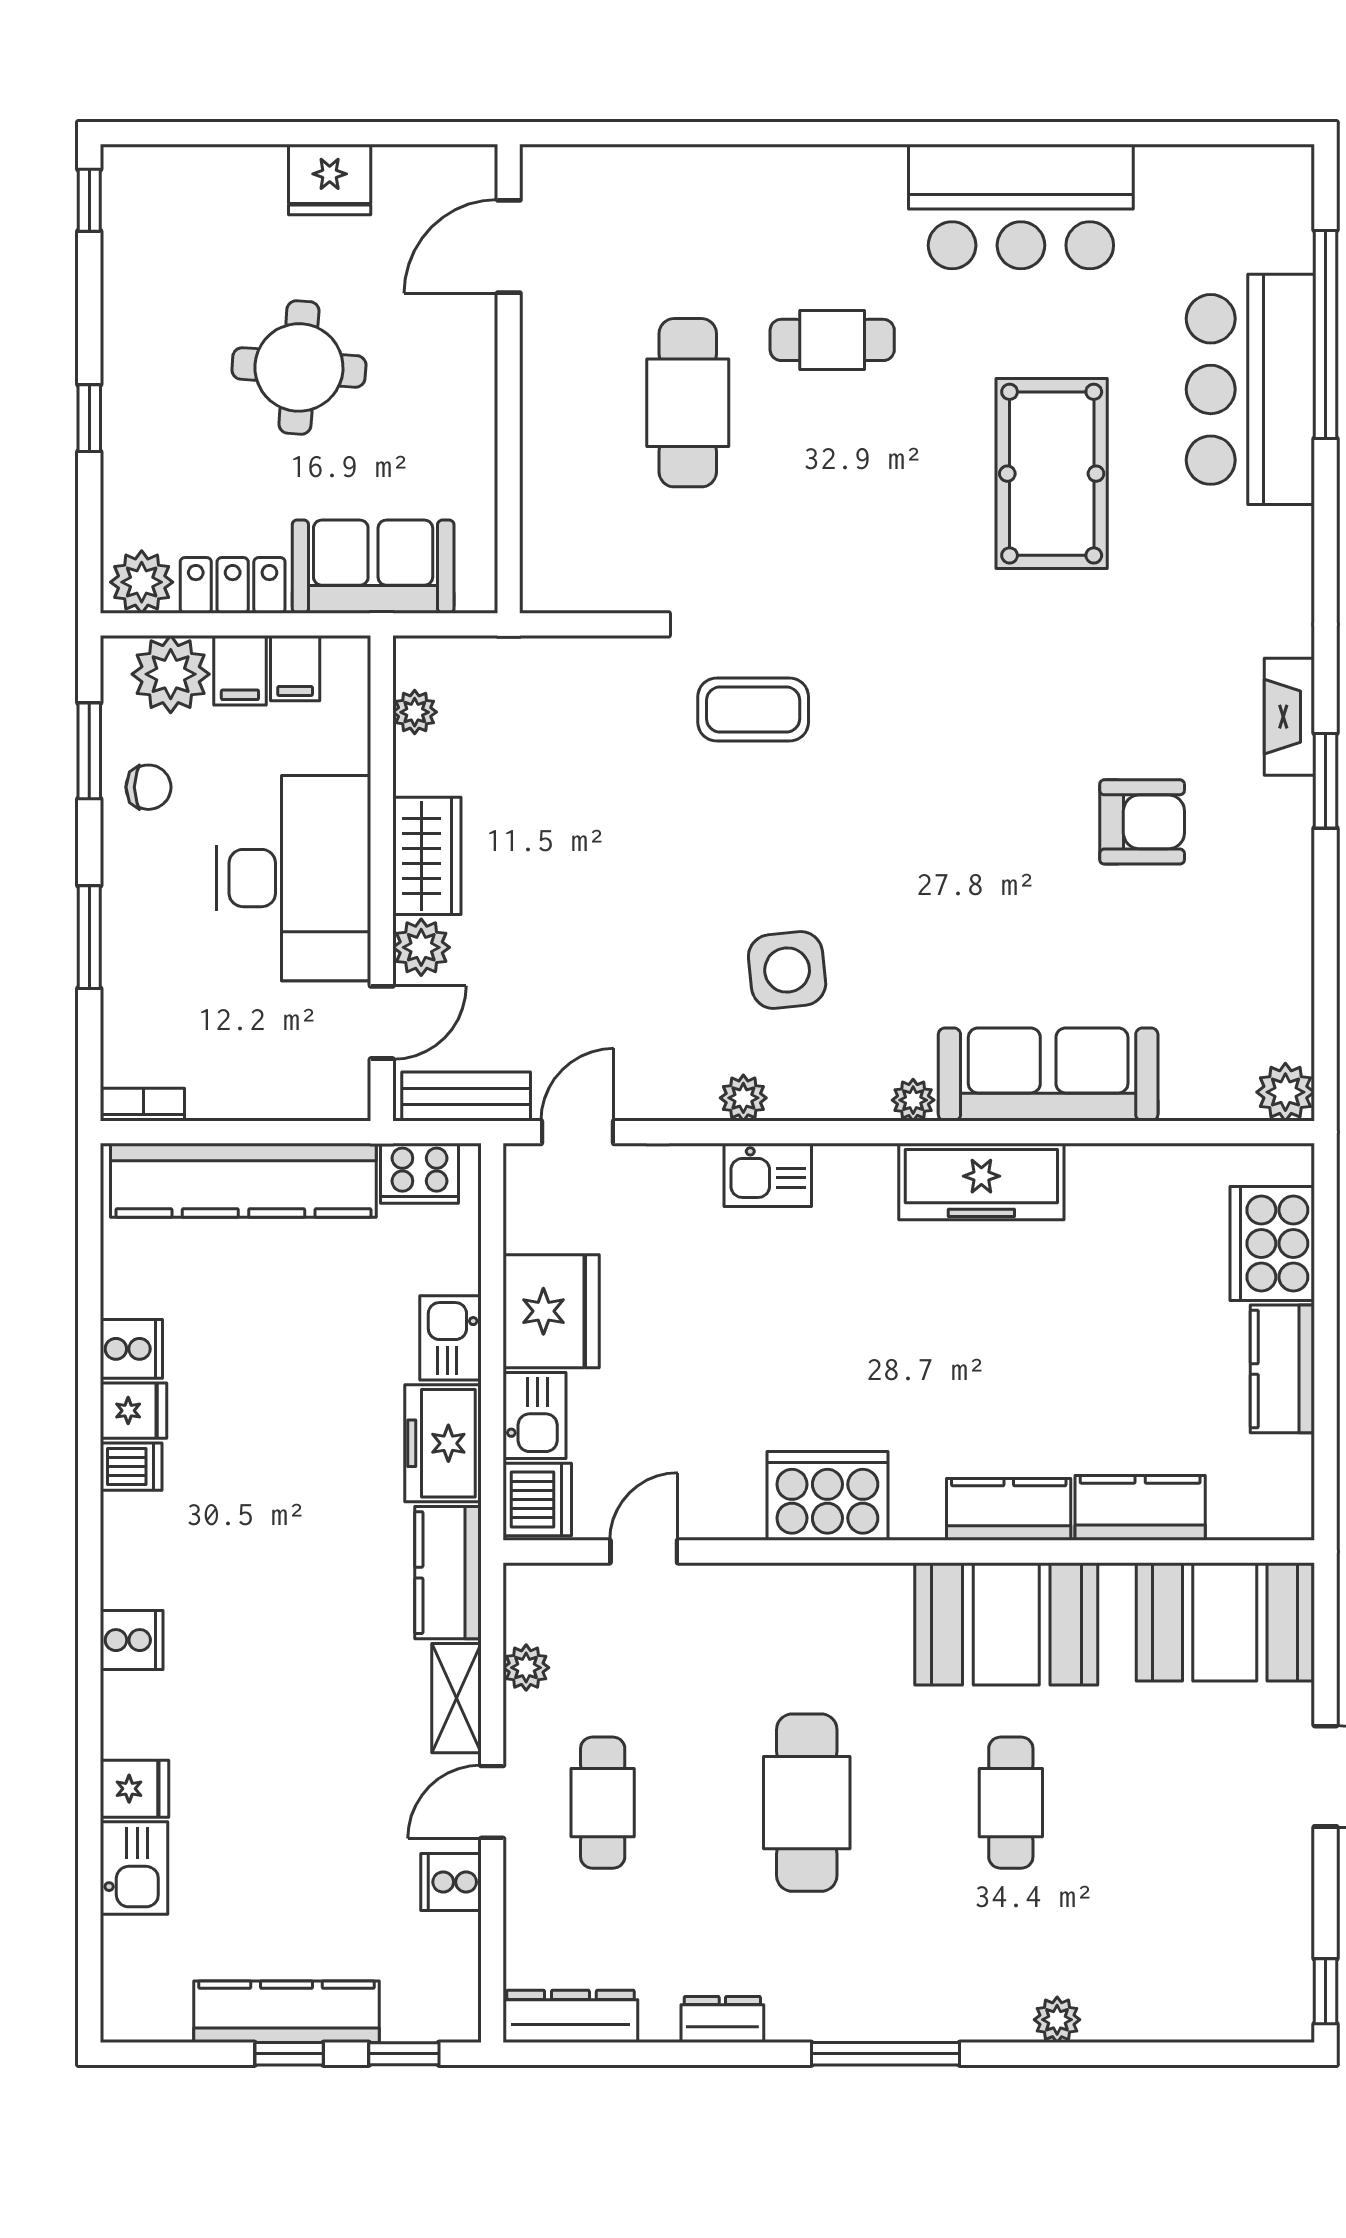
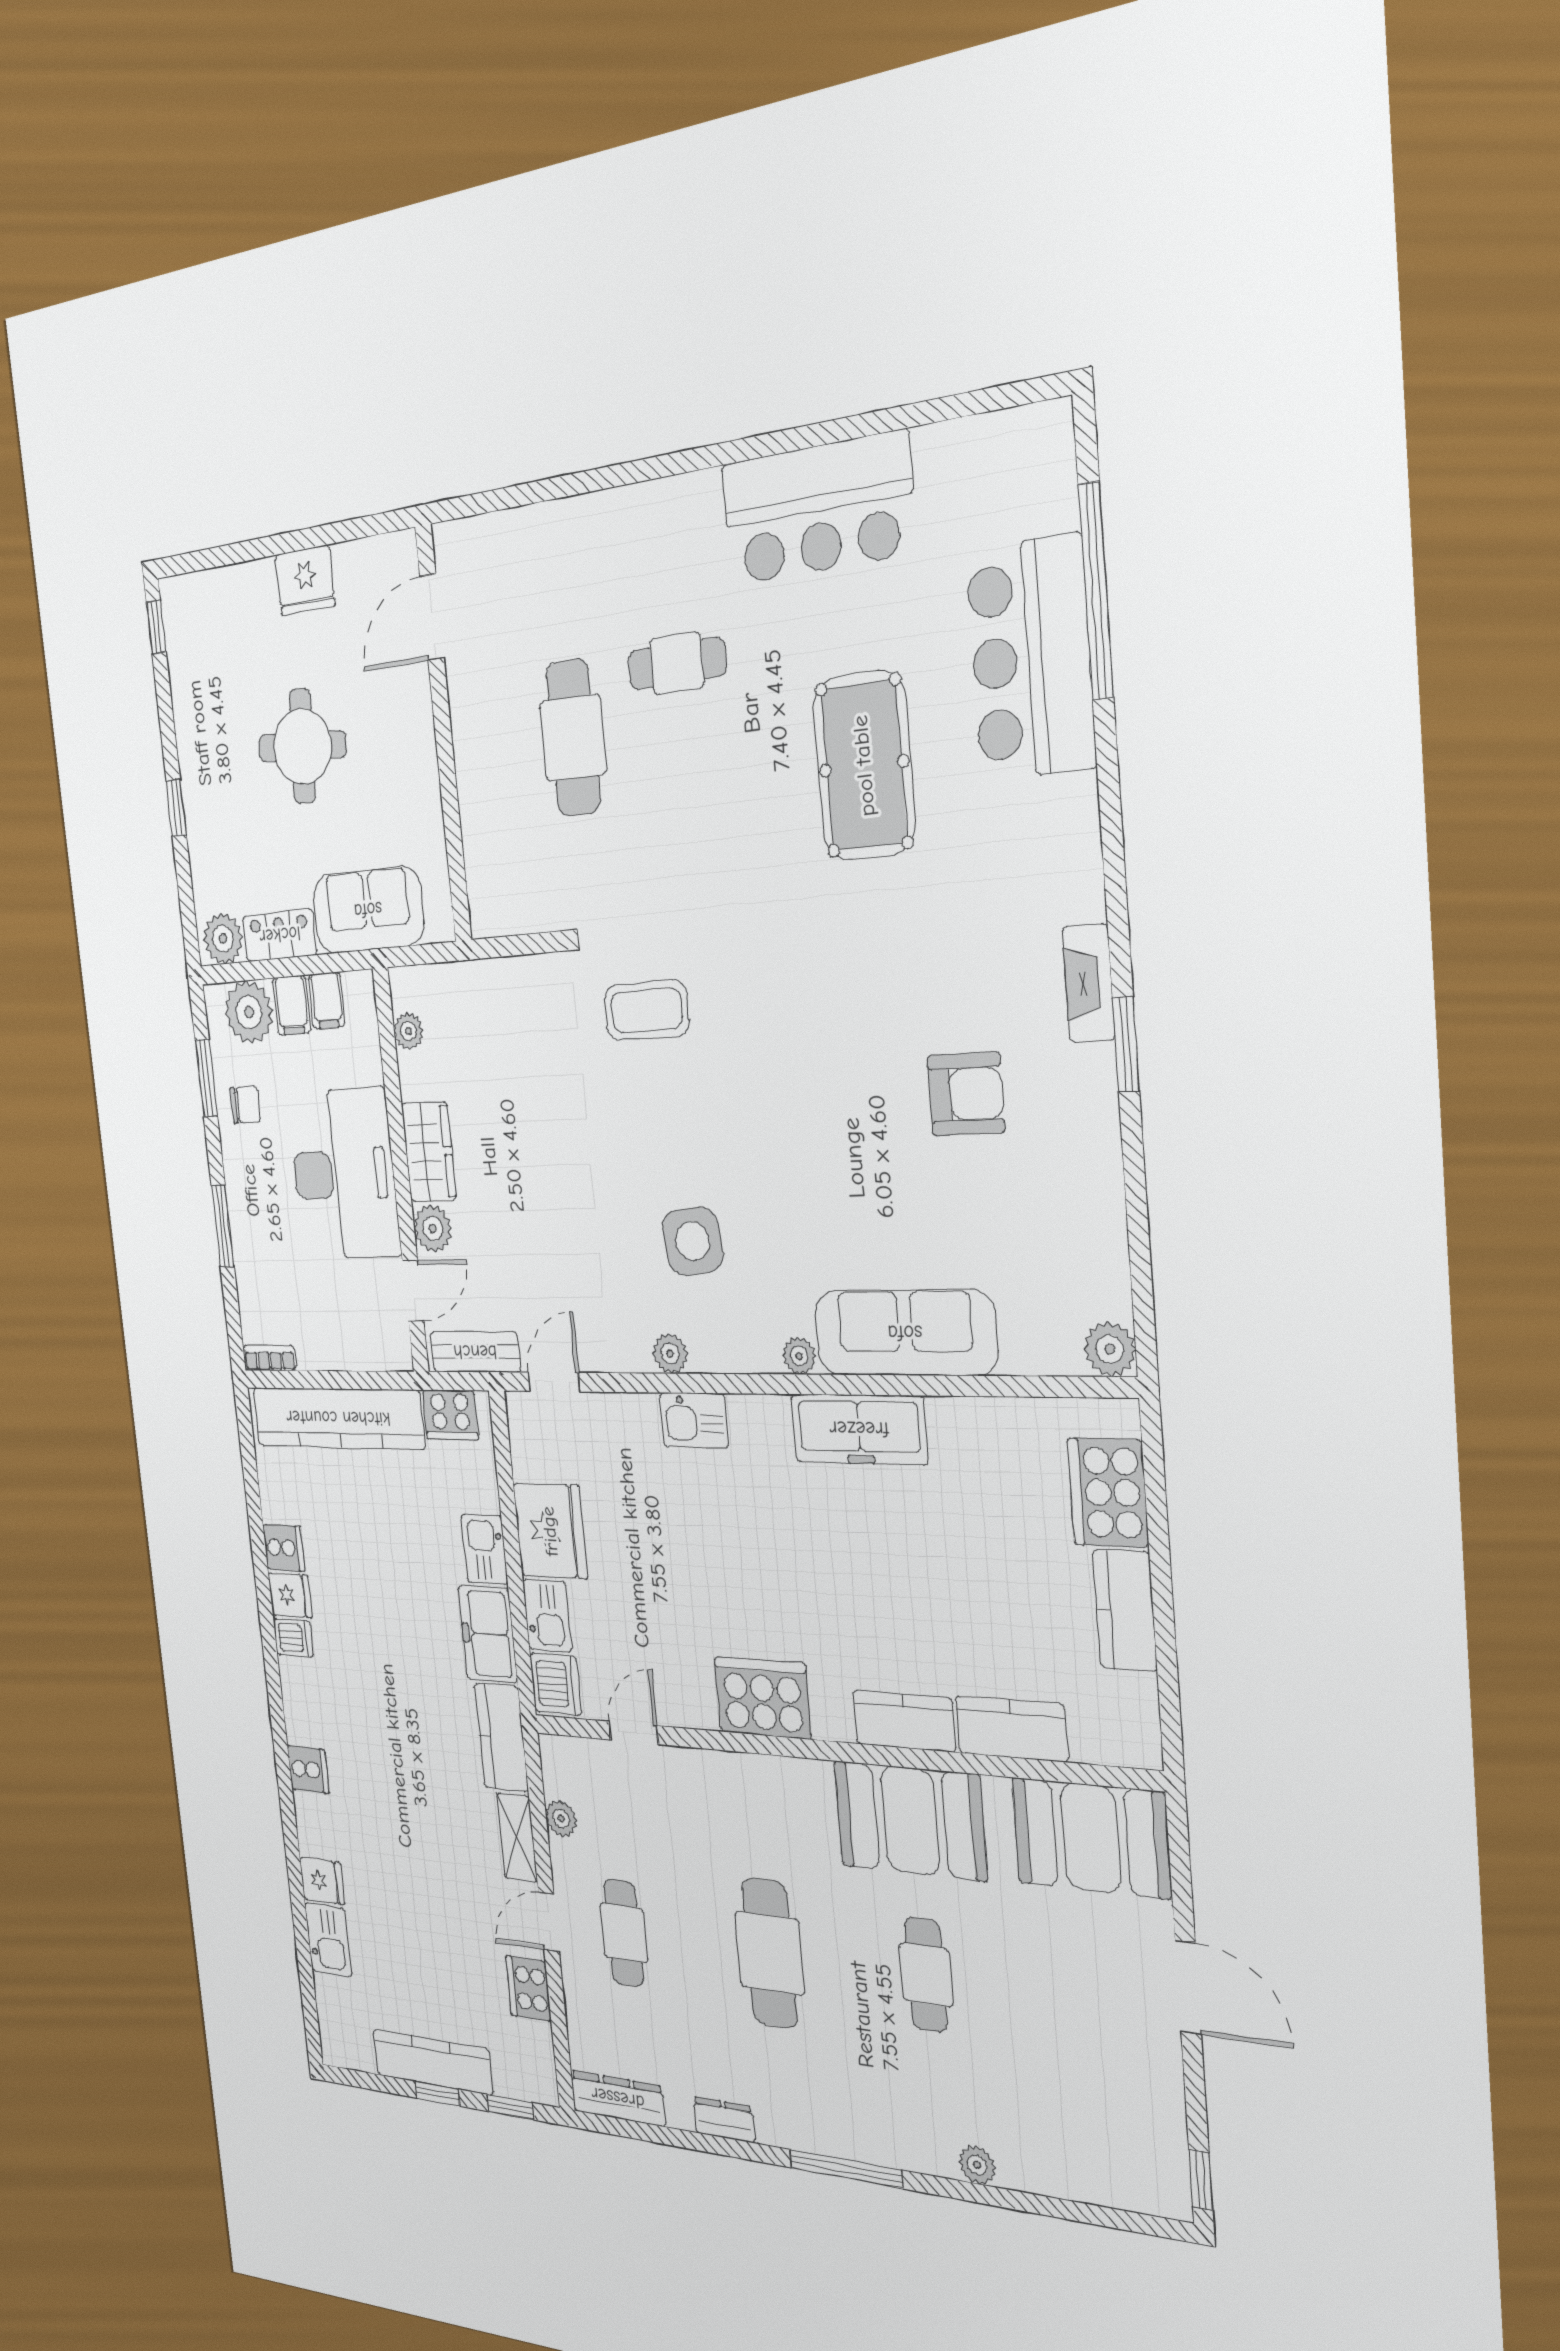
cooker: (451, 1882) -> (529, 1989), width x1.36

